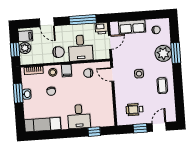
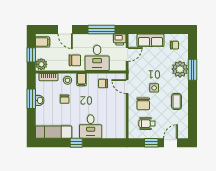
plant: (25, 48) -> (41, 64), moved
chair: (129, 90) -> (143, 104), added
window: (94, 132) -> (76, 143), moved

